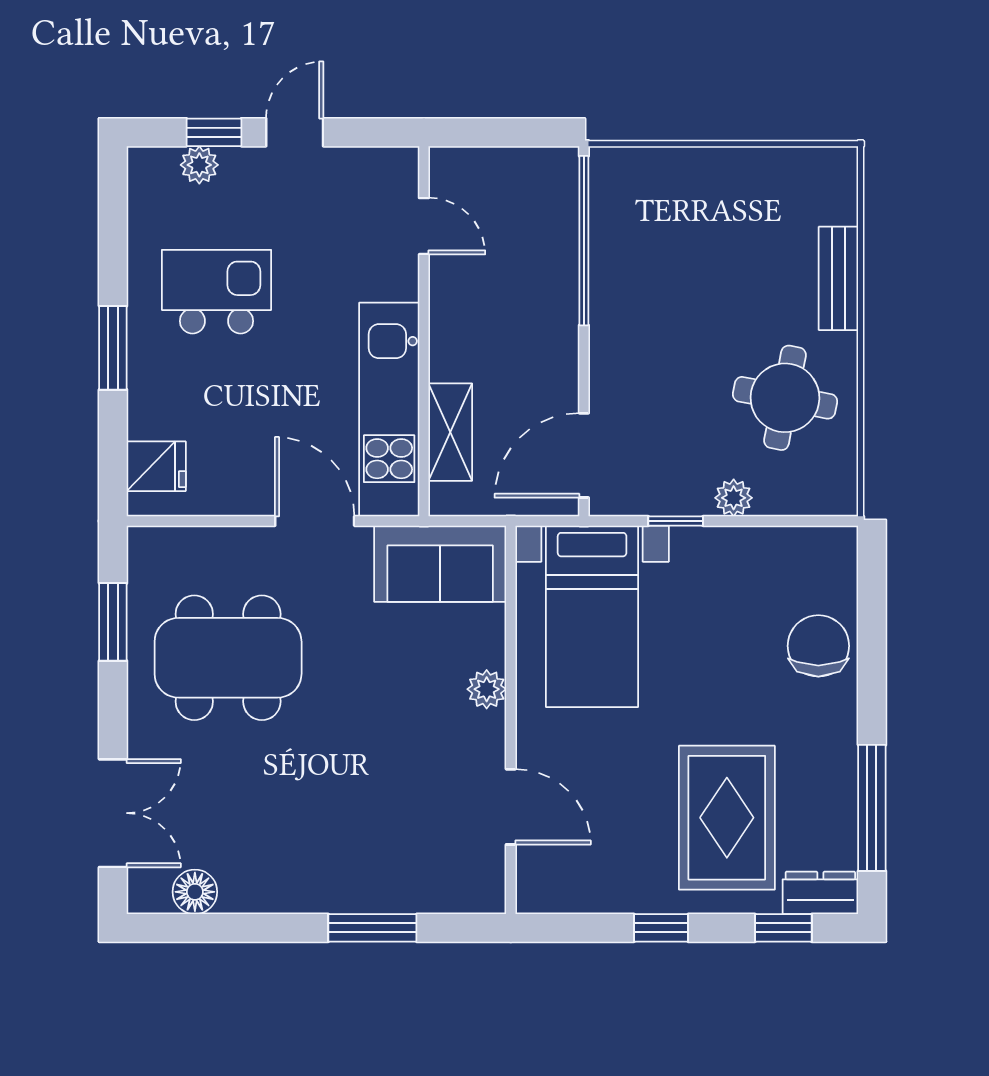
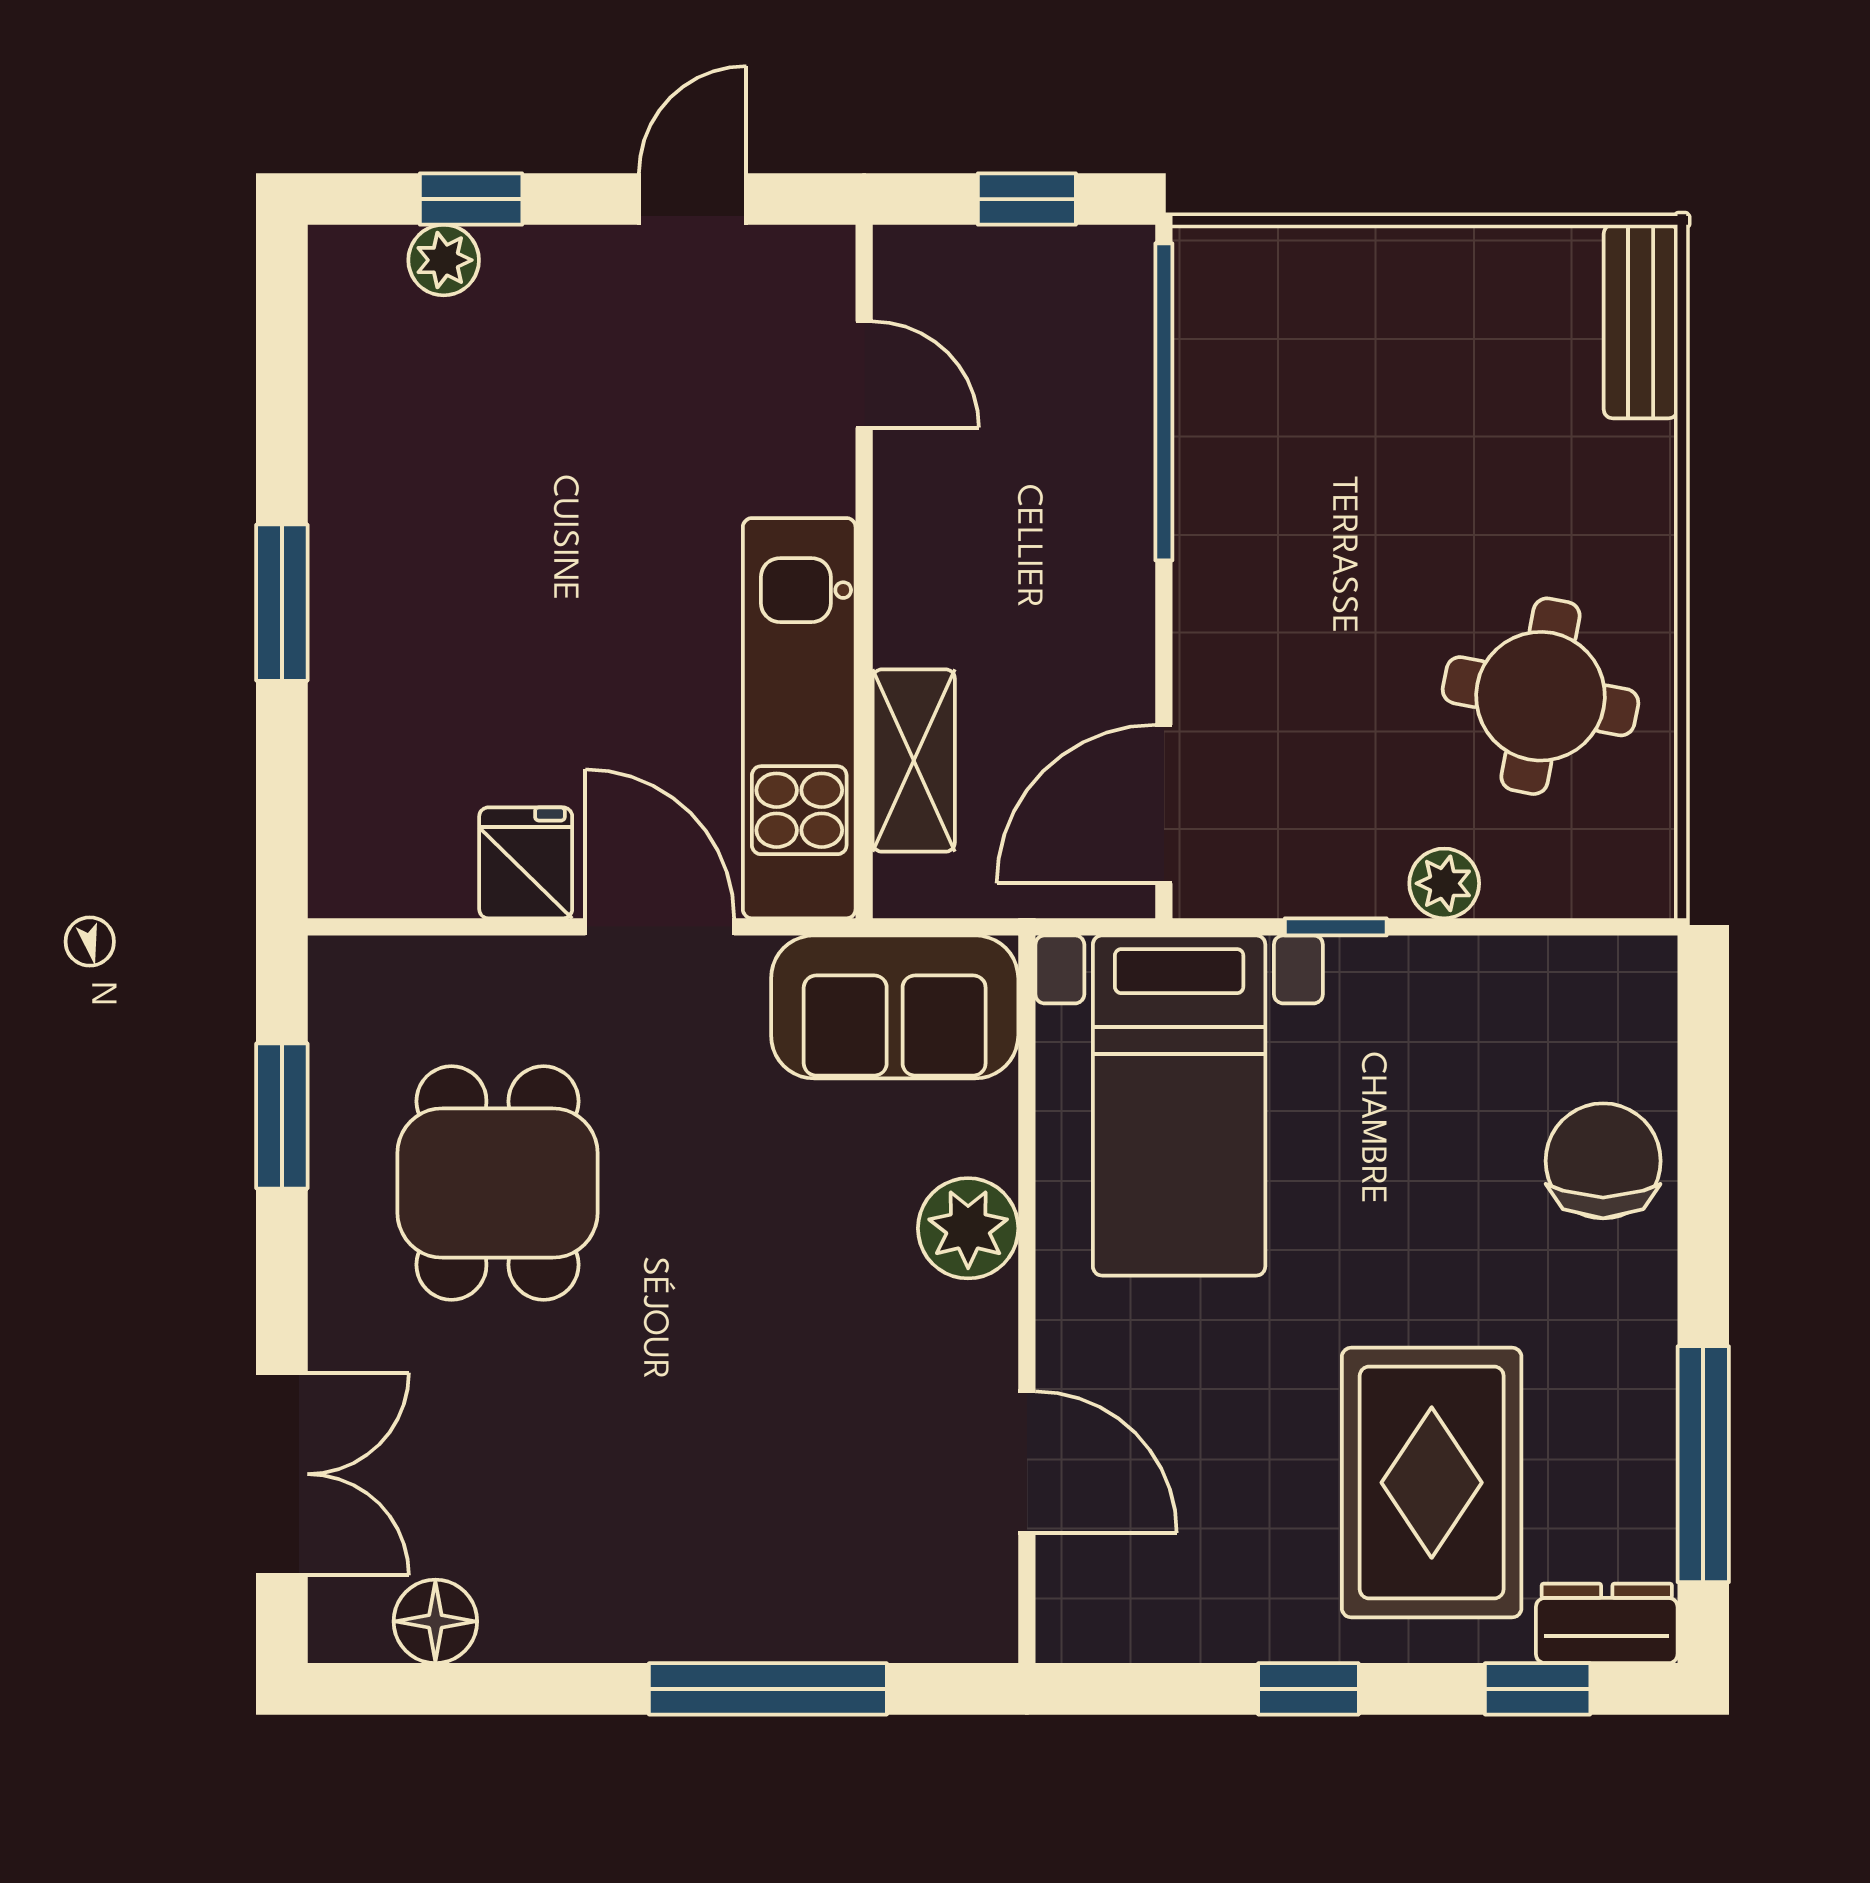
door: (295, 132) -> (693, 199), moved
window: (511, 132) -> (1027, 199), added
bench: (838, 278) -> (1641, 322), moved
kitchen island: (217, 292) -> (476, 497), removed
fridge: (156, 466) -> (526, 863), moved, turned -90
dining table: (228, 658) -> (497, 1183), width x0.73
plant: (487, 689) -> (968, 1228), width x1.38, depth x1.38
window: (372, 928) -> (768, 1689), width x1.44

